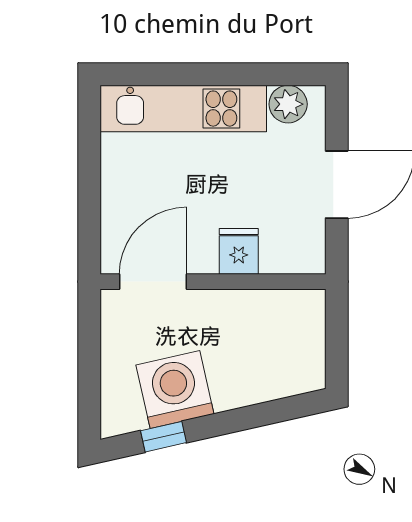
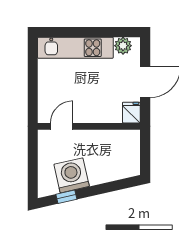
fridge: (239, 251) -> (131, 113), moved
door: (153, 282) -> (62, 126), width x0.73

